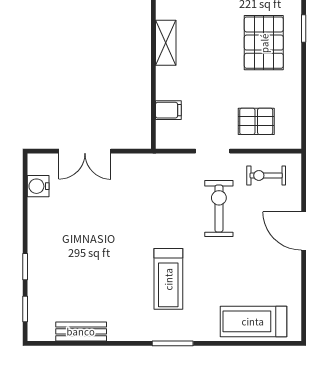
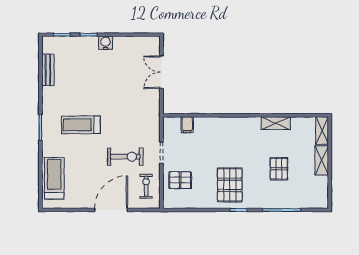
shelving: (166, 43) -> (230, 123), removed
pallet: (264, 43) -> (230, 185), turned 90
pallet: (256, 121) -> (180, 180), turned 90
water cooler: (38, 186) -> (105, 43), moved
door: (304, 231) -> (111, 210), width x1.36

